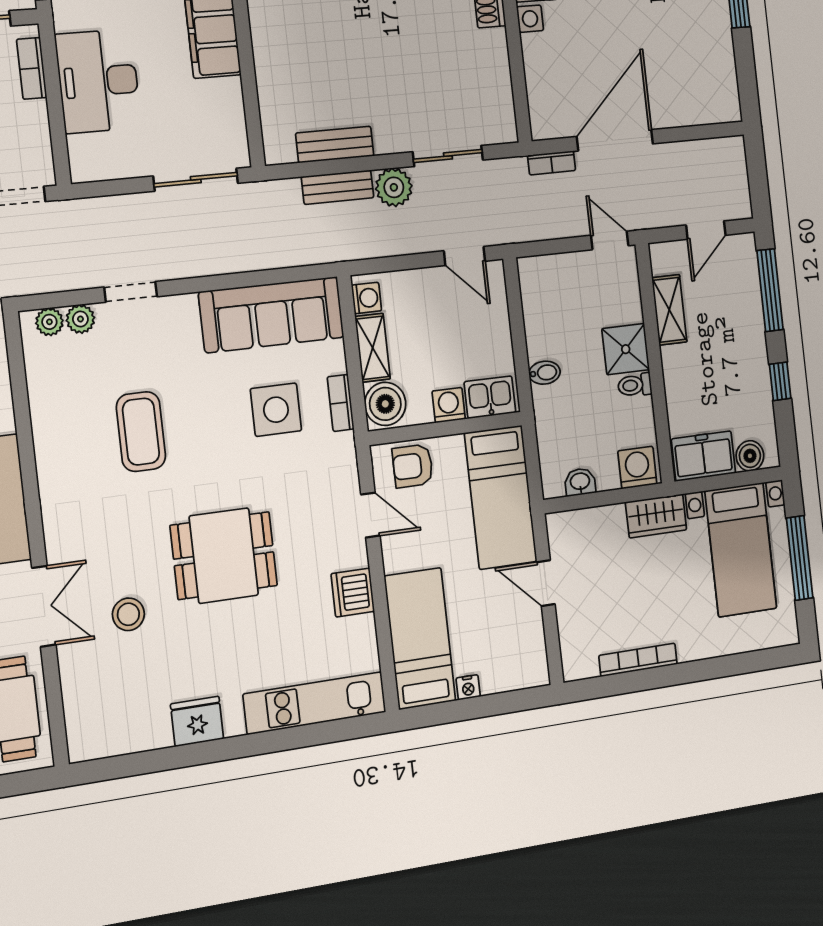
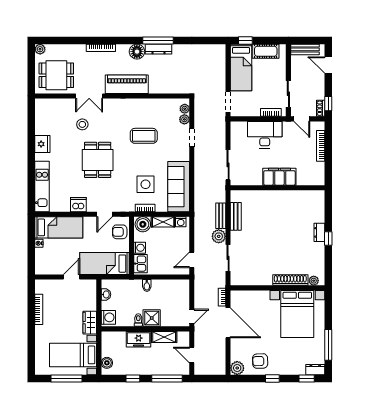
armchair: (700, 45) -> (260, 361), added
plant: (724, 105) -> (237, 368), added
freezer: (703, 456) -> (139, 339), moved, turned 90
armchair: (413, 466) -> (120, 232), turned -90

